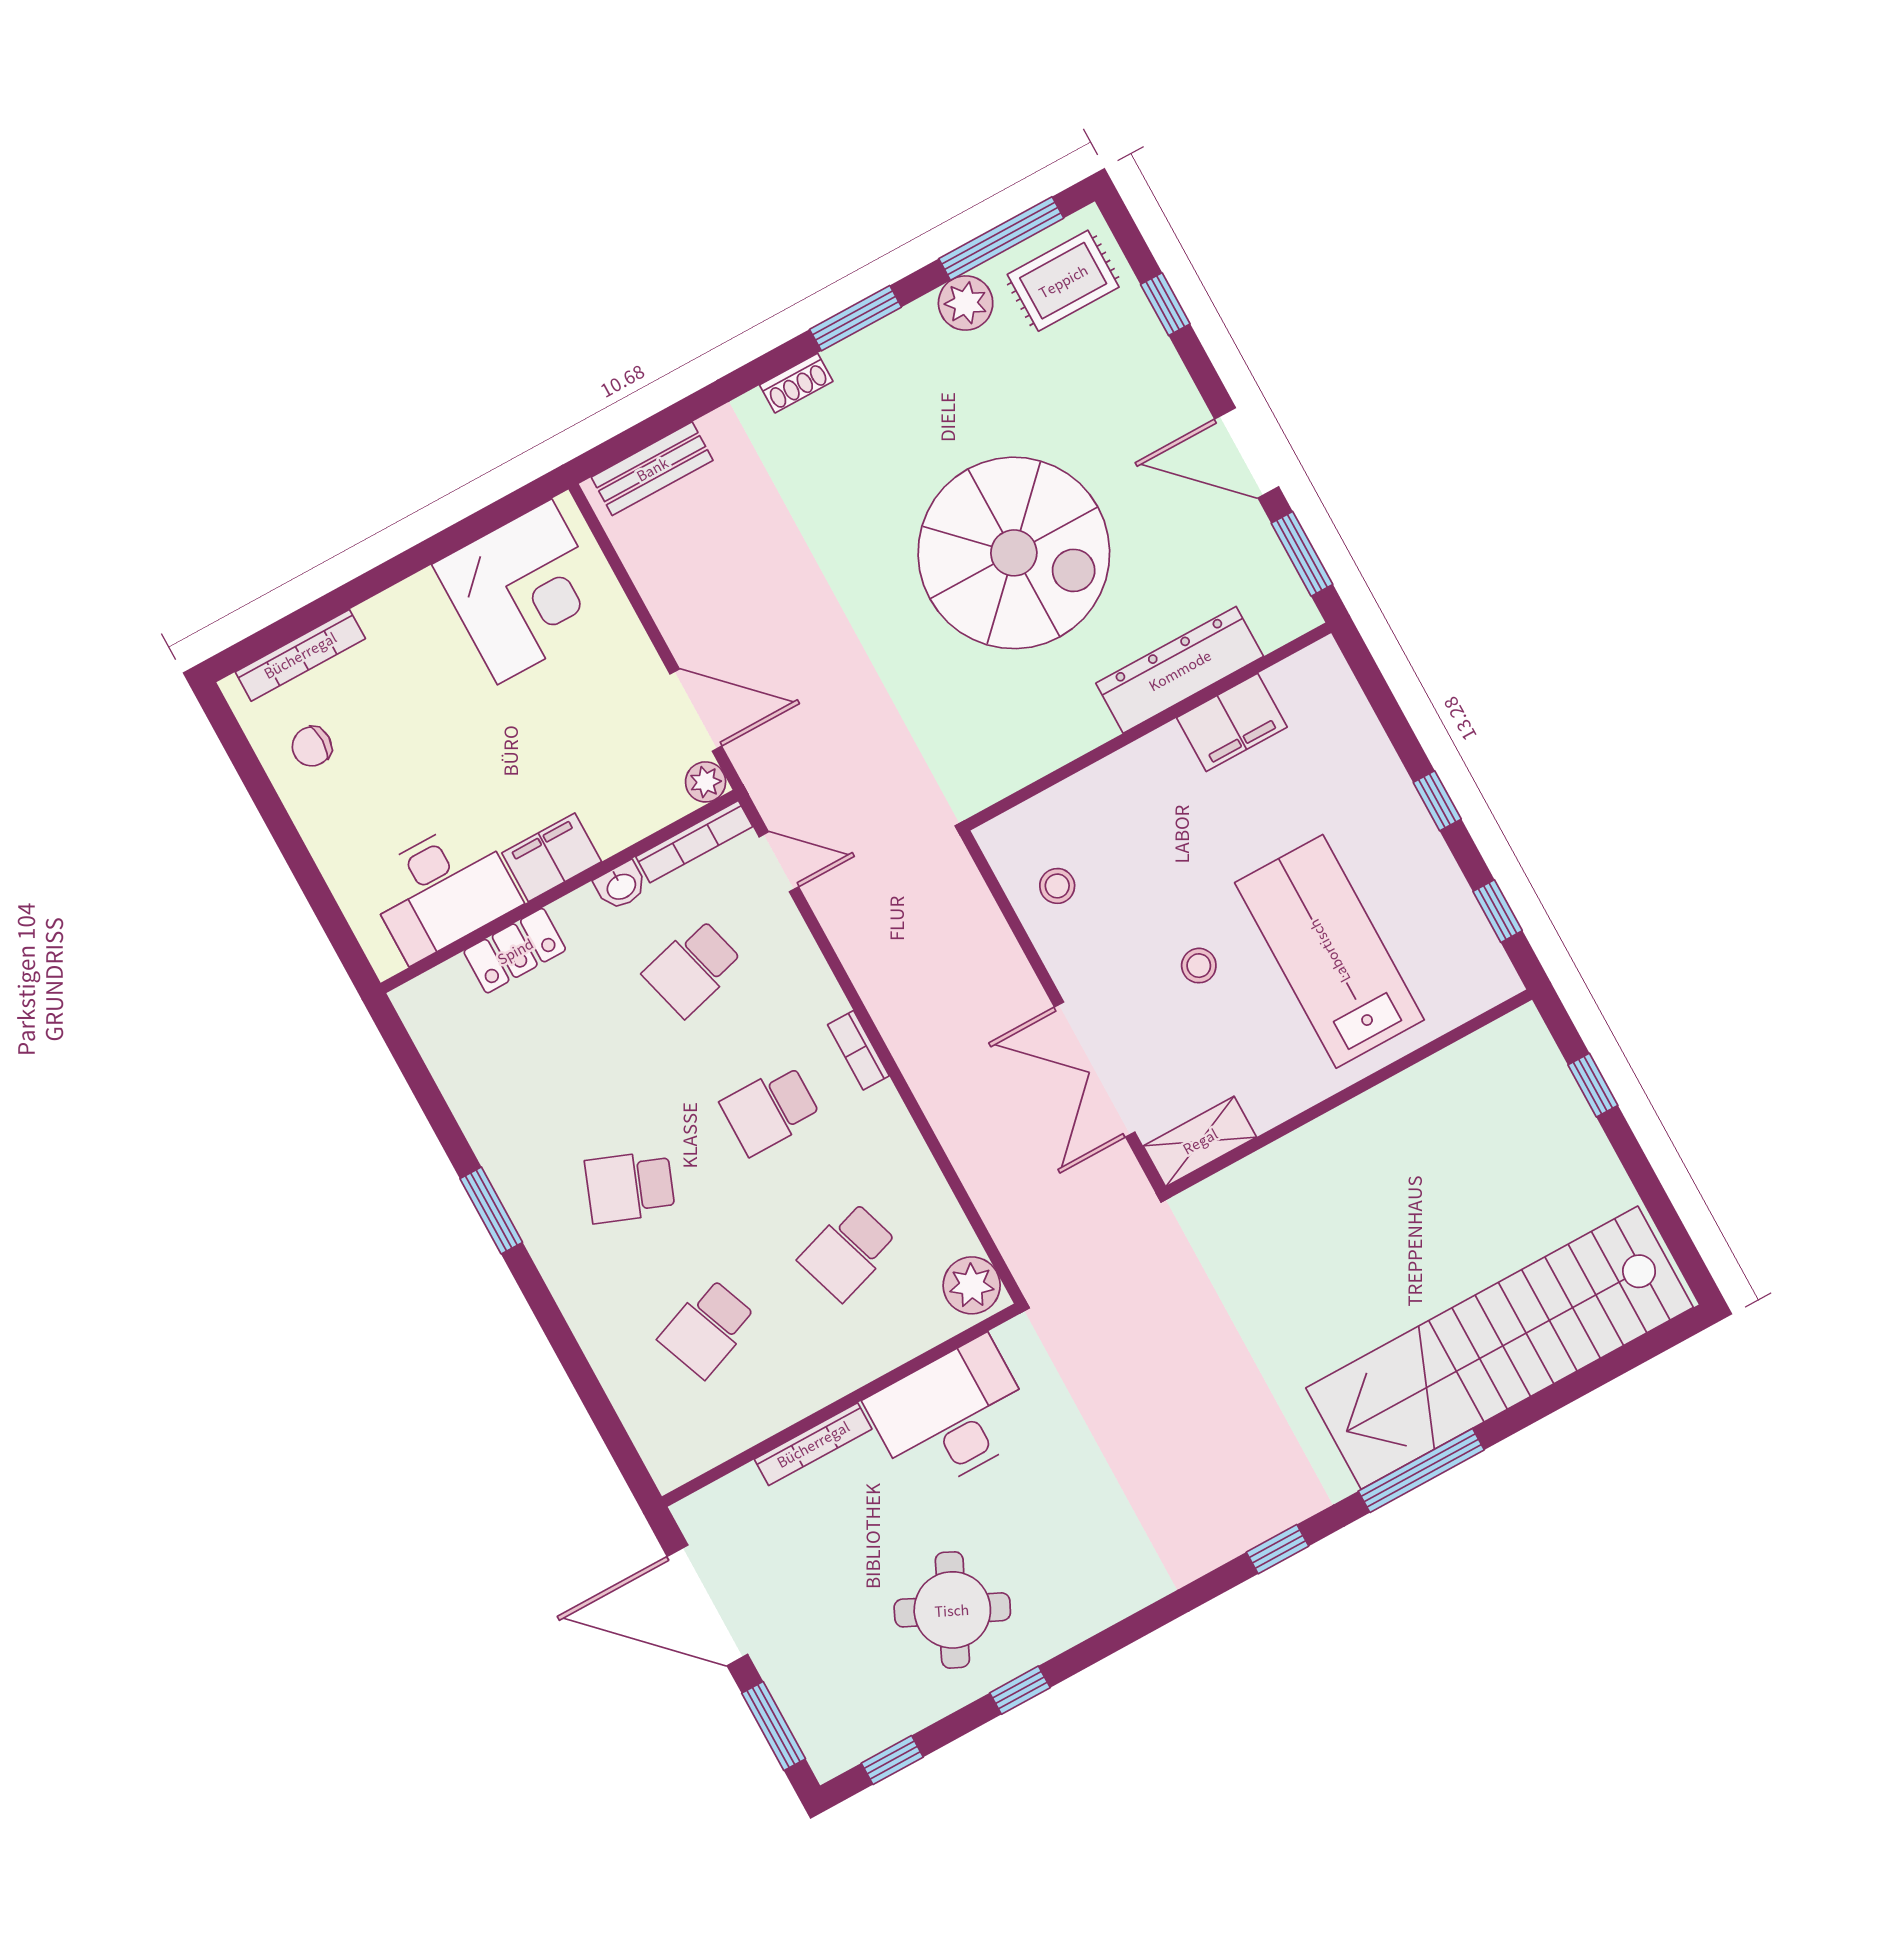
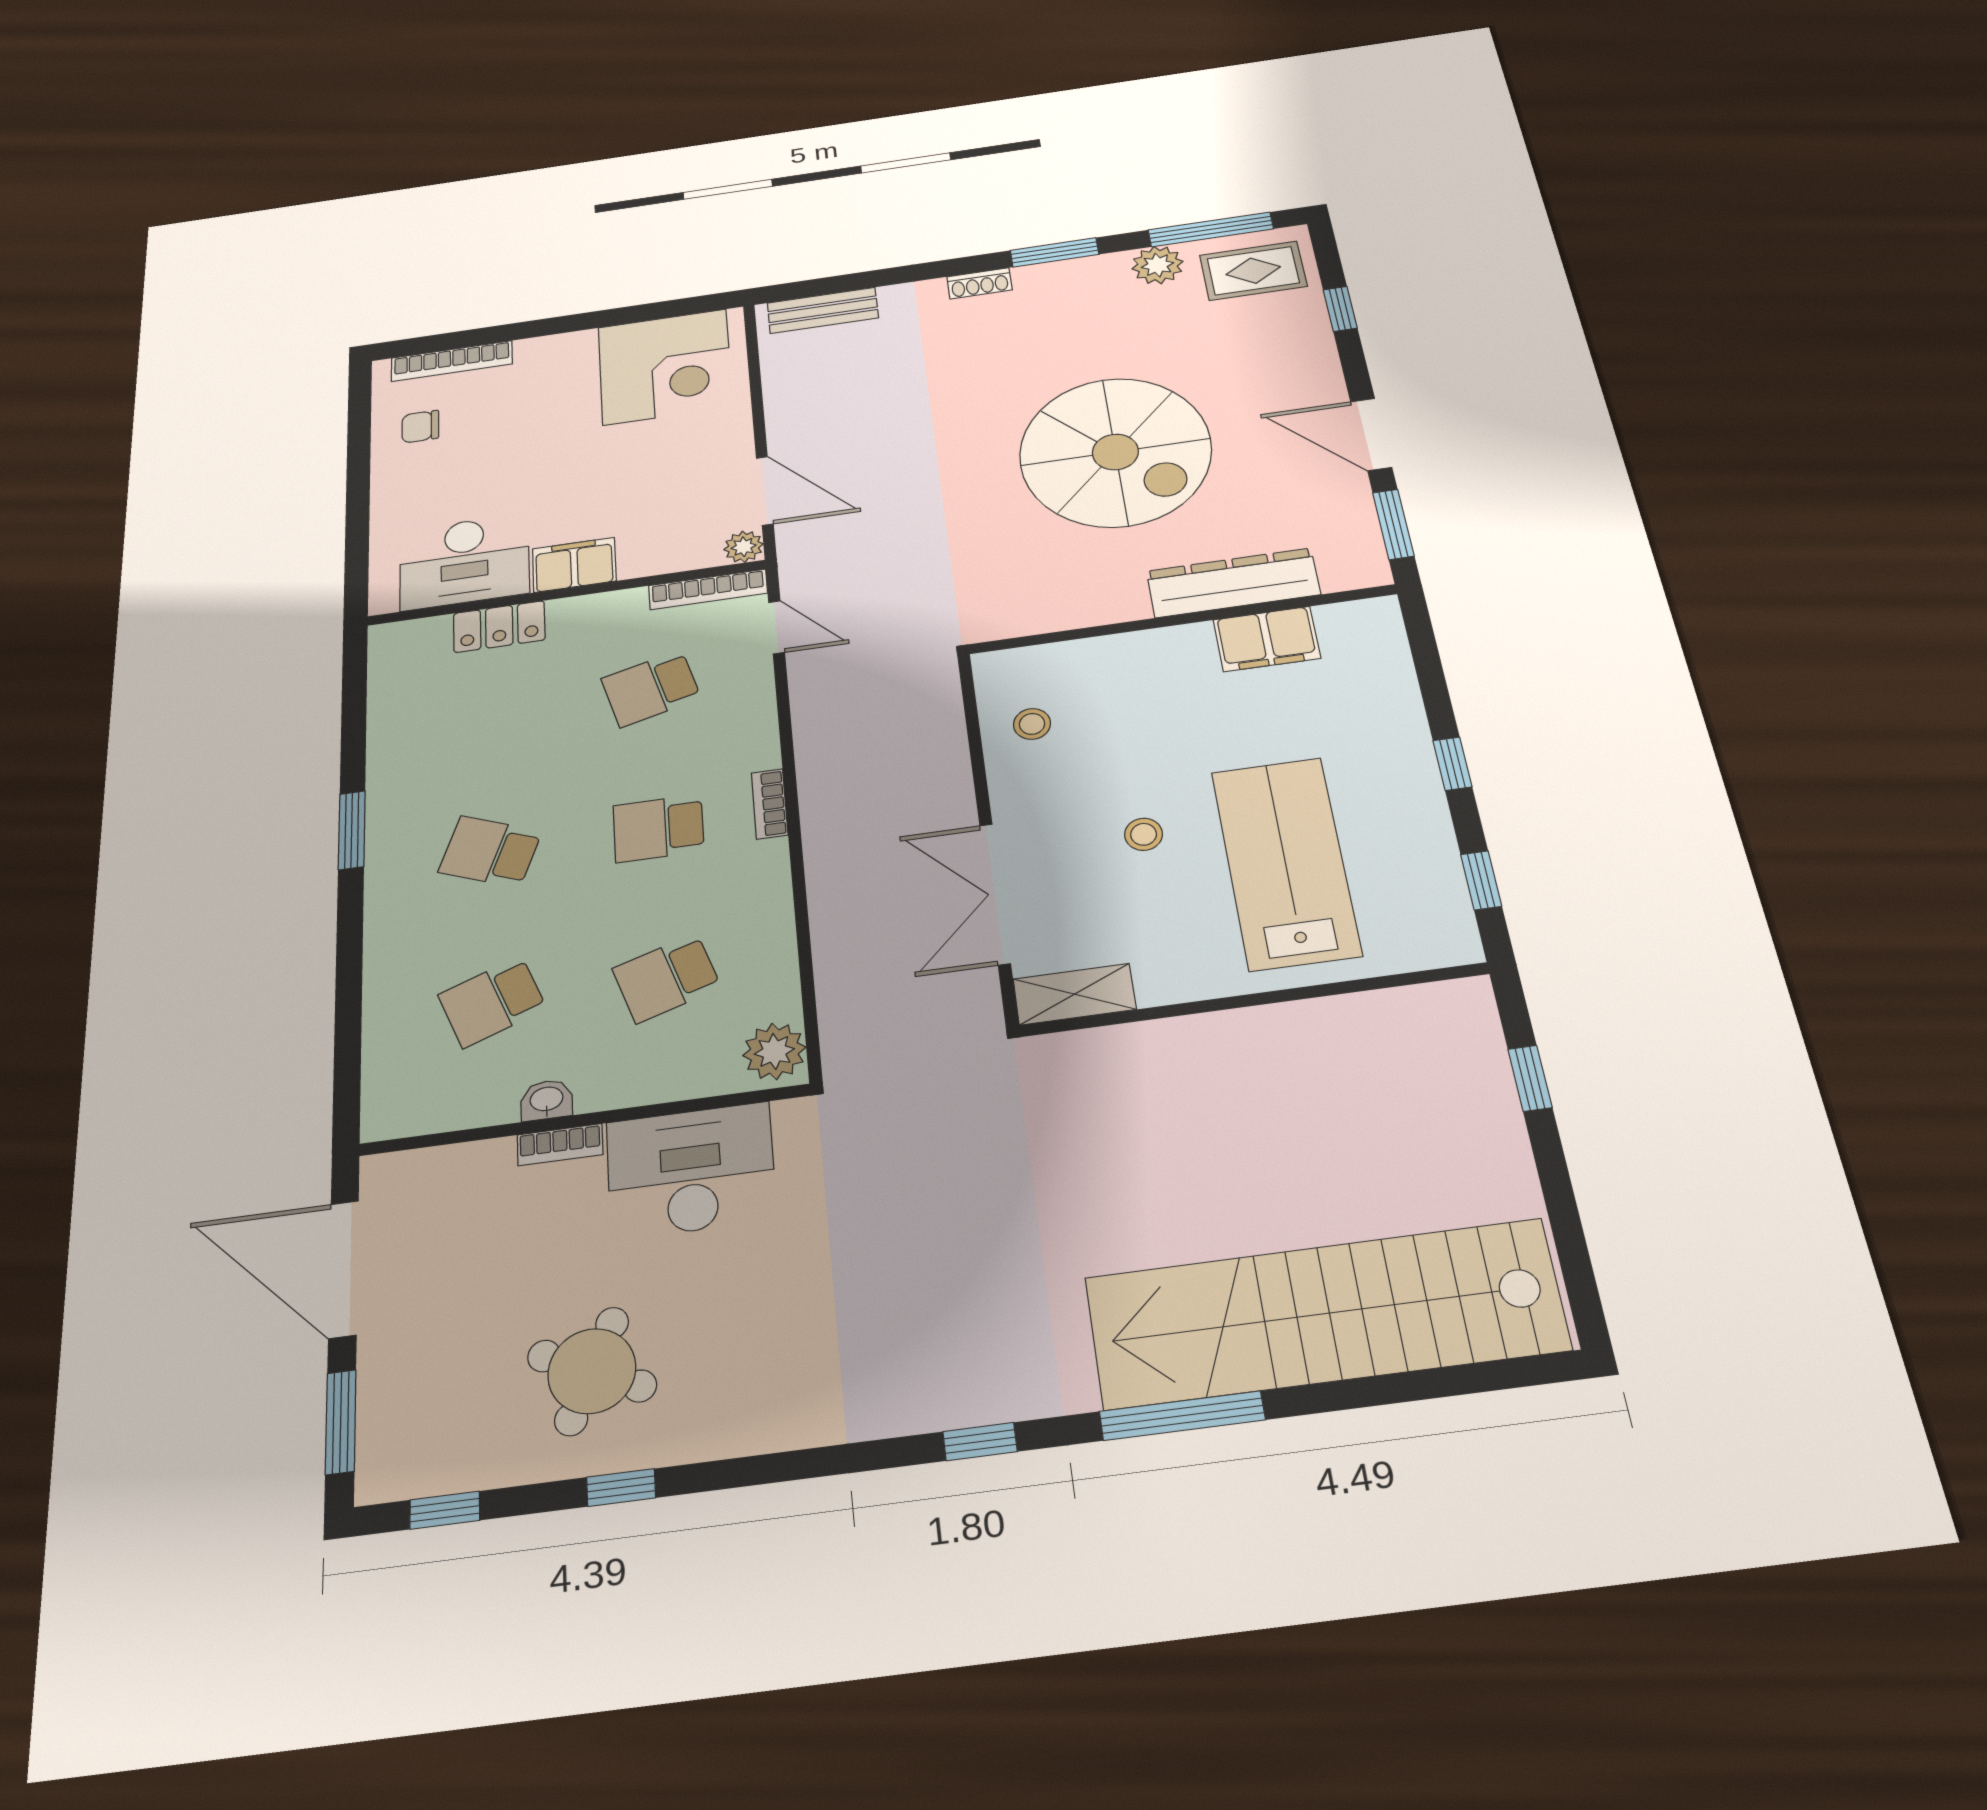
washbasin: (621, 886) -> (547, 1100), moved, turned 180
bookcase: (813, 1444) -> (560, 1145), width x0.64

